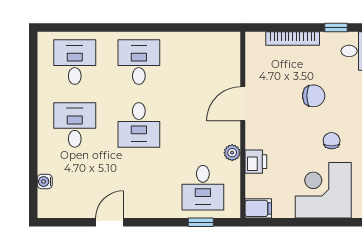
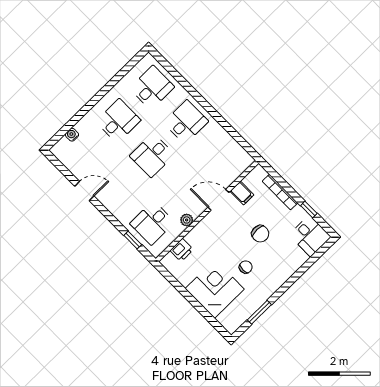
printer: (256, 162) -> (182, 250), moved
filing cabinet: (258, 208) -> (242, 193), moved

